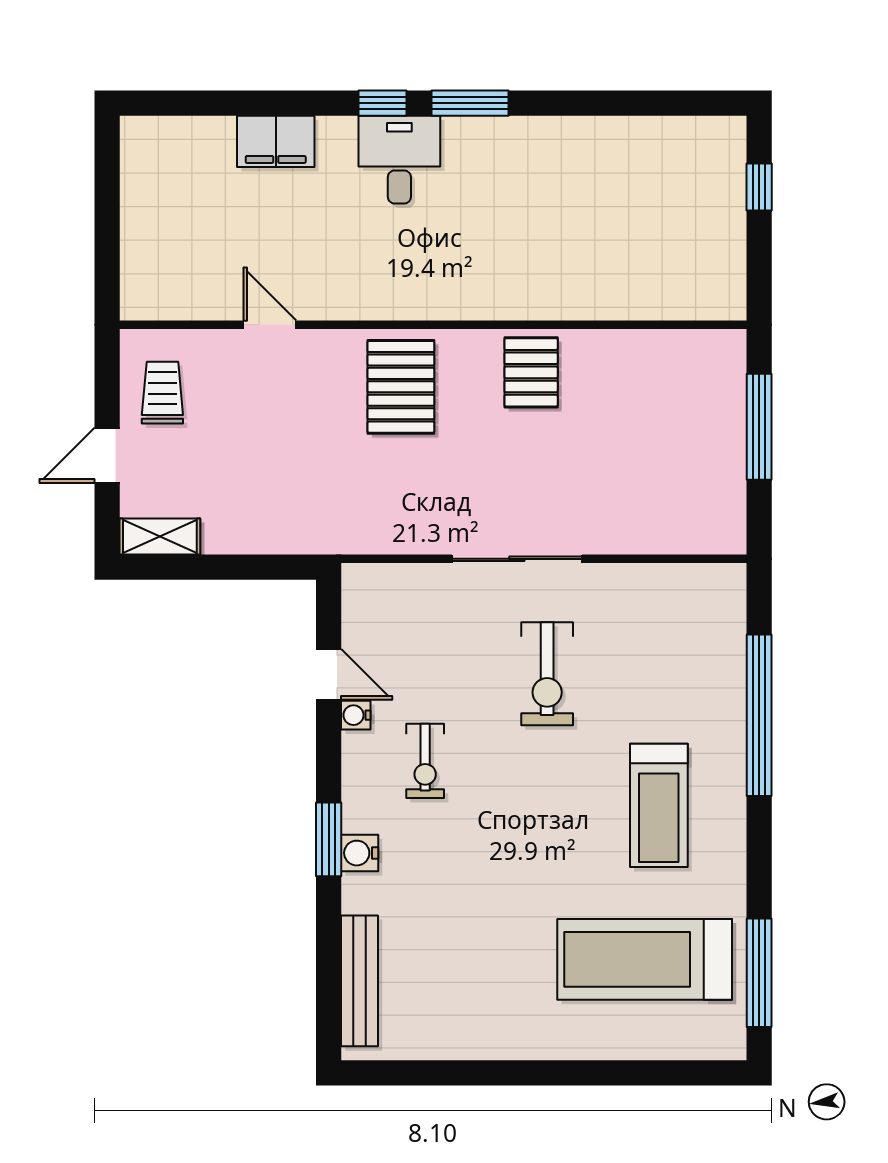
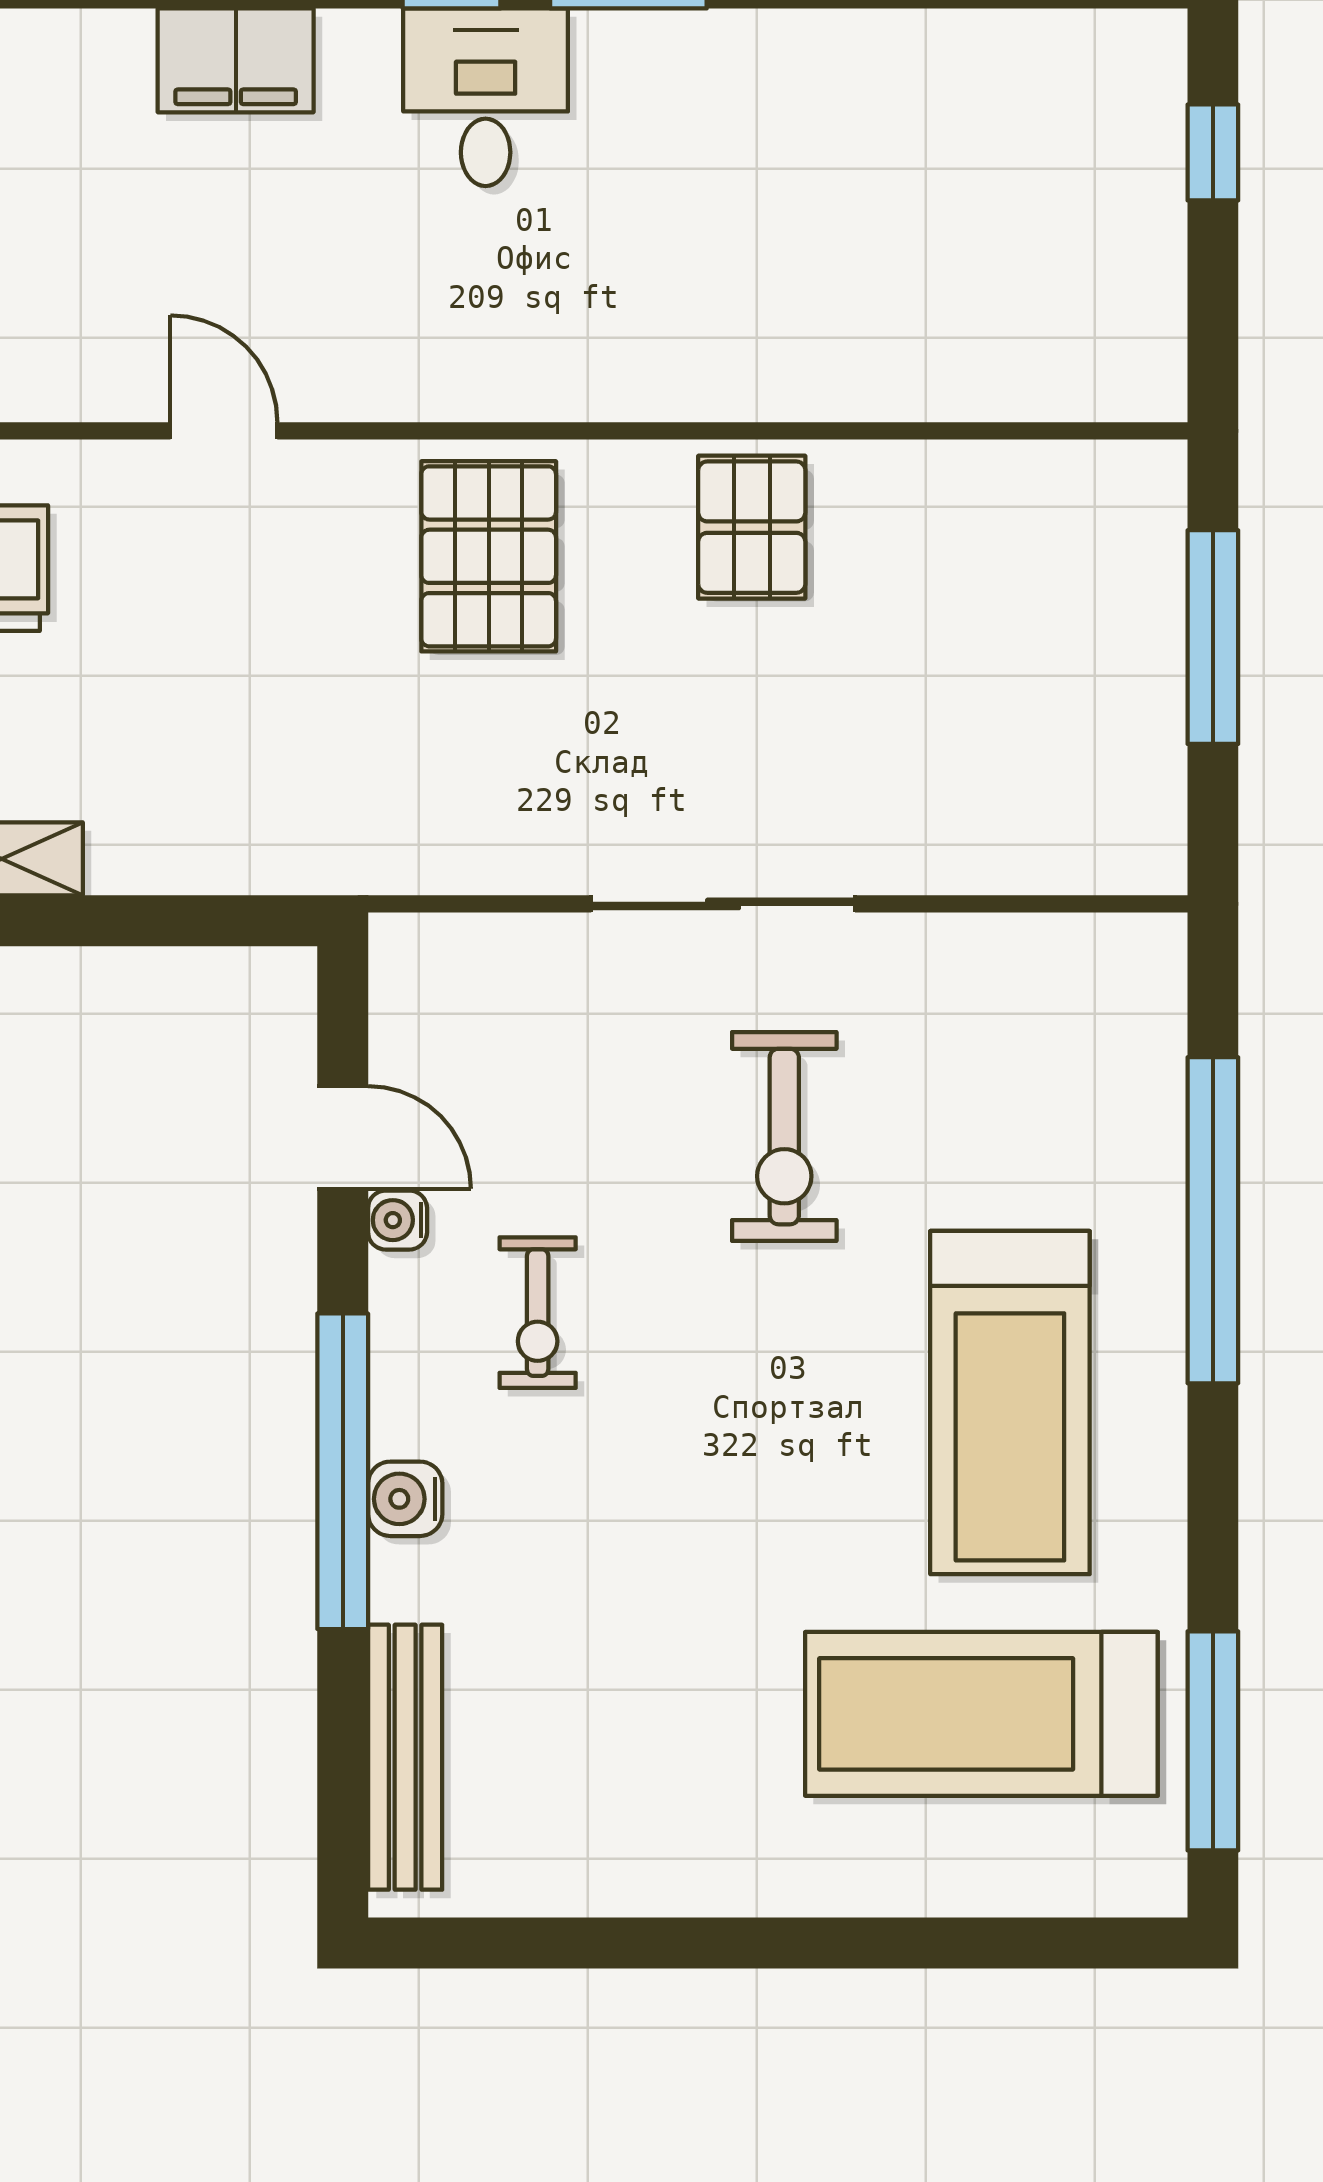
treadmill: (659, 805) -> (1010, 1403), width x1.37, depth x1.38
window: (329, 839) -> (343, 1471), width x2.11

